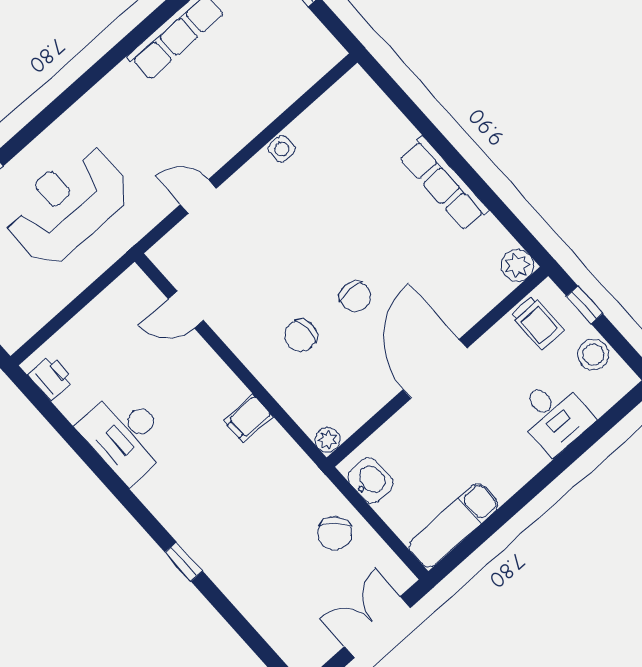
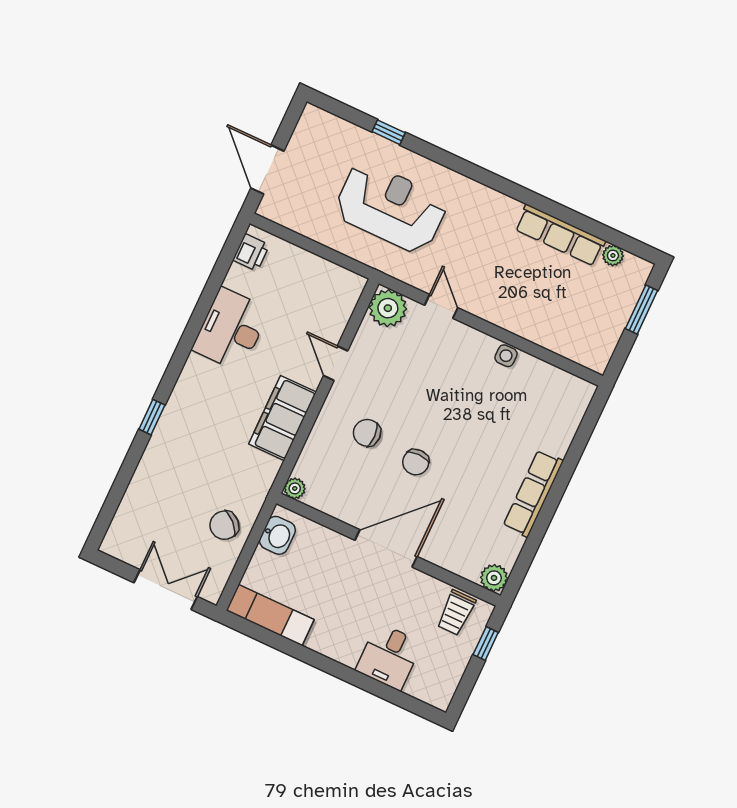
plant: (175, 255) -> (388, 308), added
door: (186, 310) -> (336, 363), moved
stool: (593, 354) -> (450, 667), removed
filing cabinet: (248, 418) -> (283, 418), width x3.00, depth x1.17

